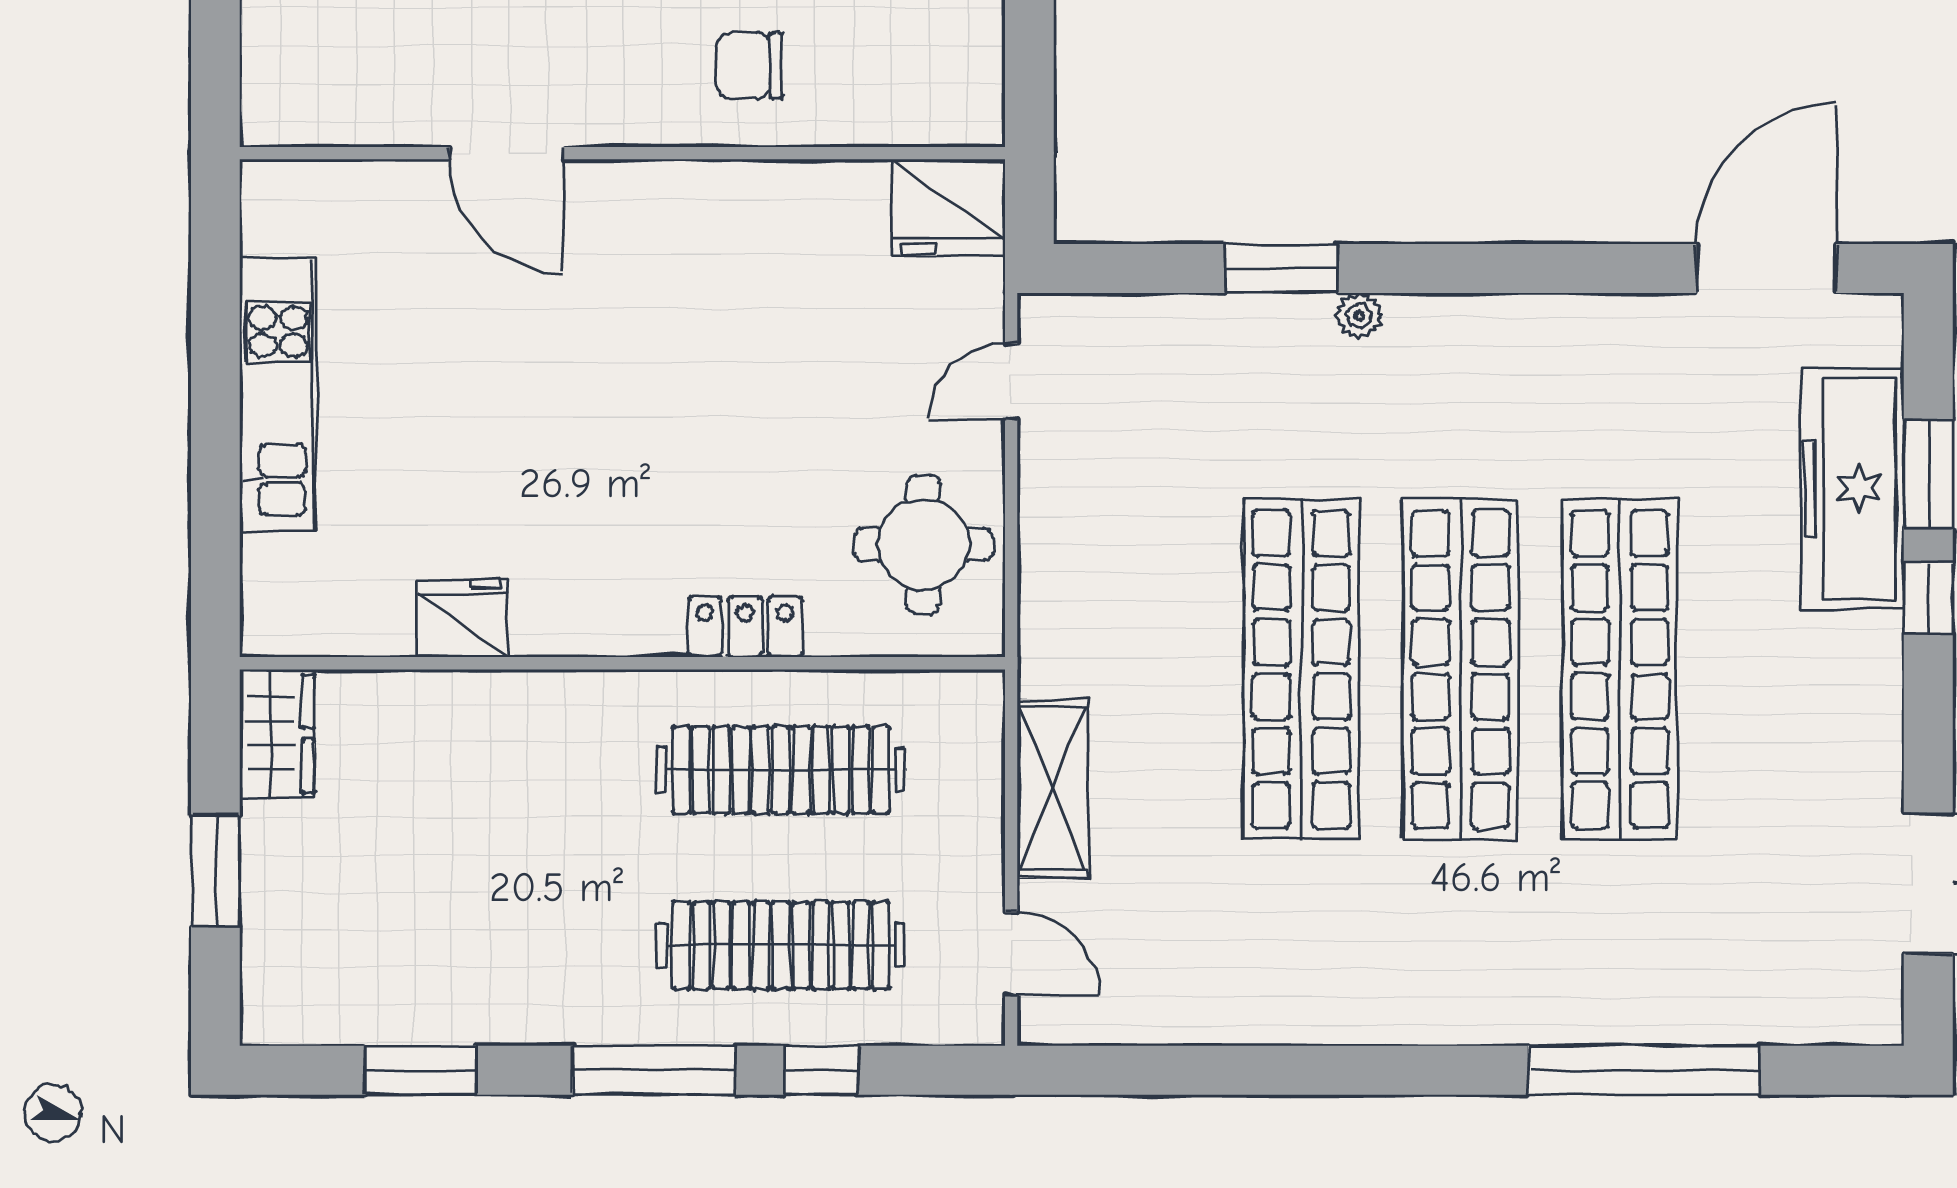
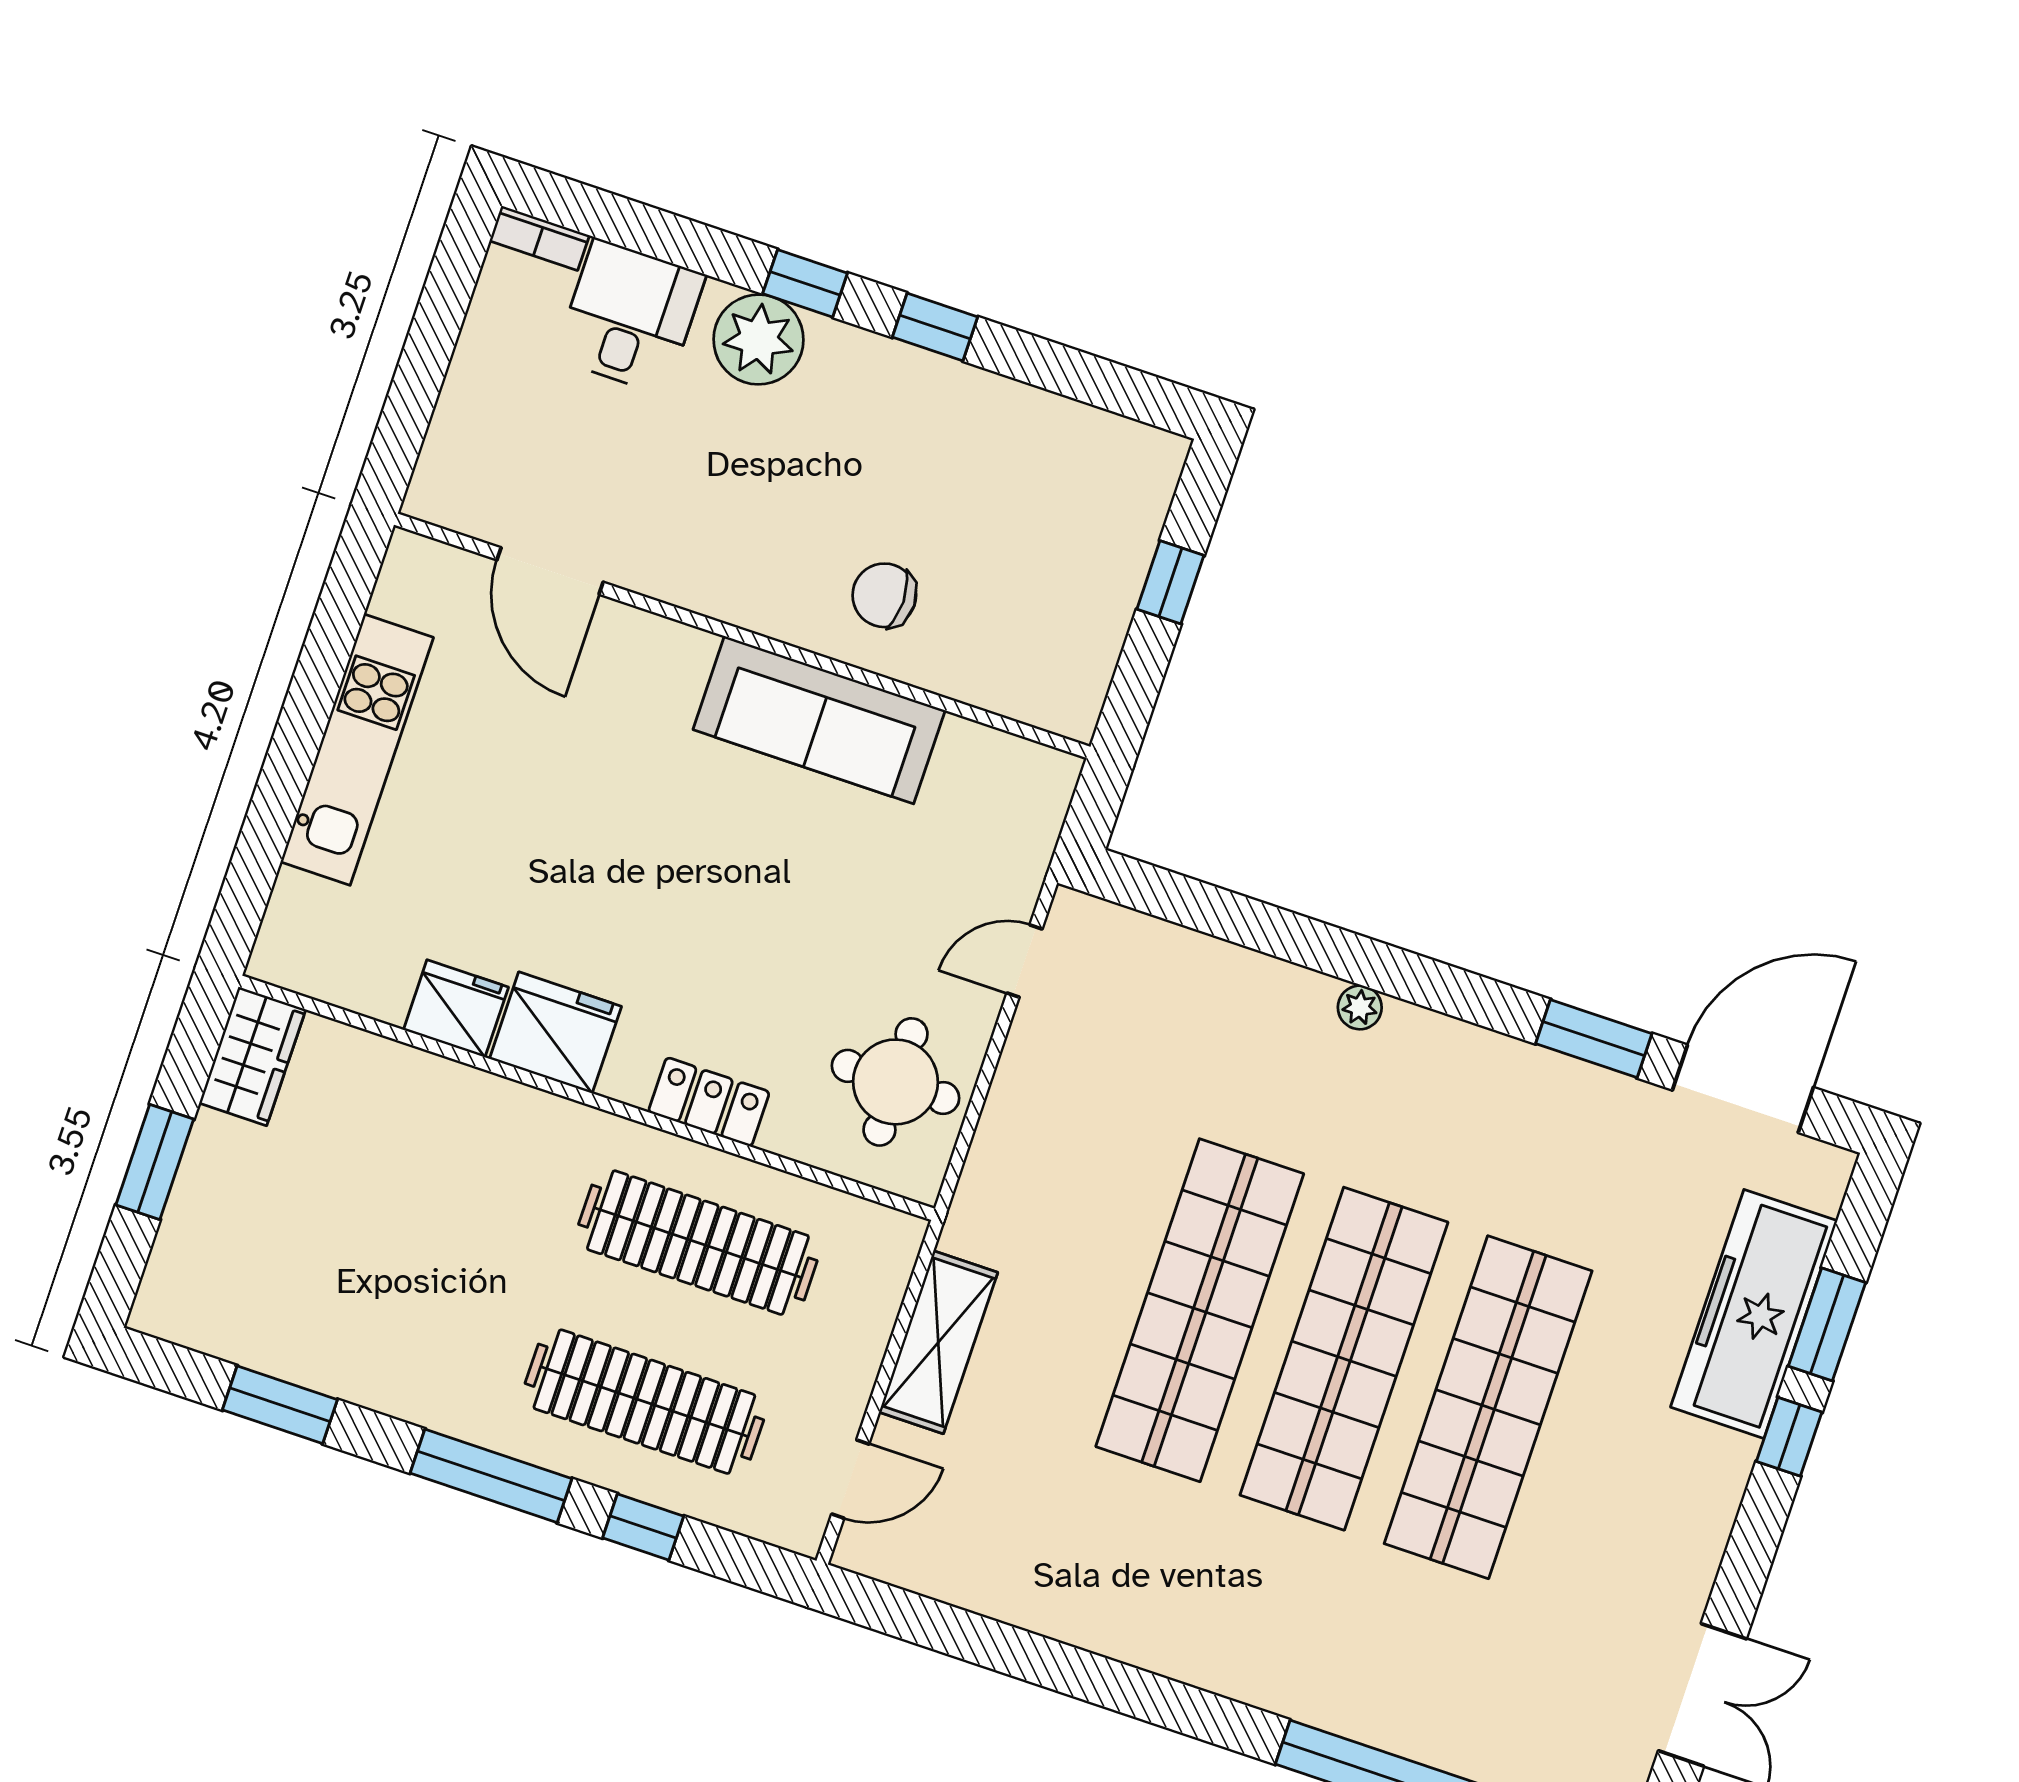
door: (506, 153) -> (550, 571), moved
fridge: (948, 207) -> (555, 1033), moved, turned 180
sofa: (727, 211) -> (819, 720), added
window: (1281, 269) -> (1594, 1039), moved
door: (1011, 954) -> (850, 1479), hinge flipped

